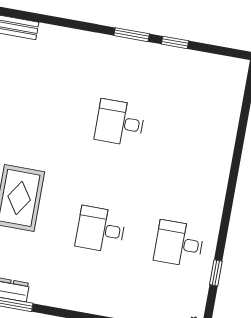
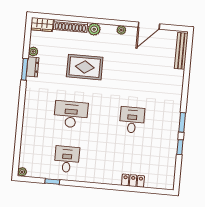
locker: (227, 130) -> (133, 181), added
desk: (101, 230) -> (71, 114), width x1.37

